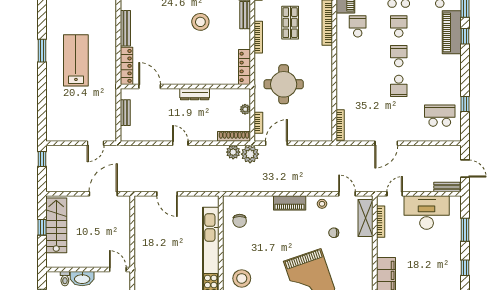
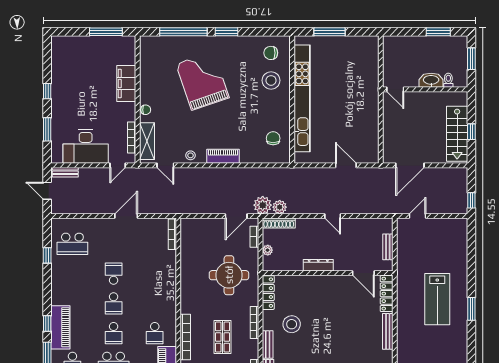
stool: (200, 22) -> (292, 324), moved
chair: (334, 233) -> (146, 110), moved

